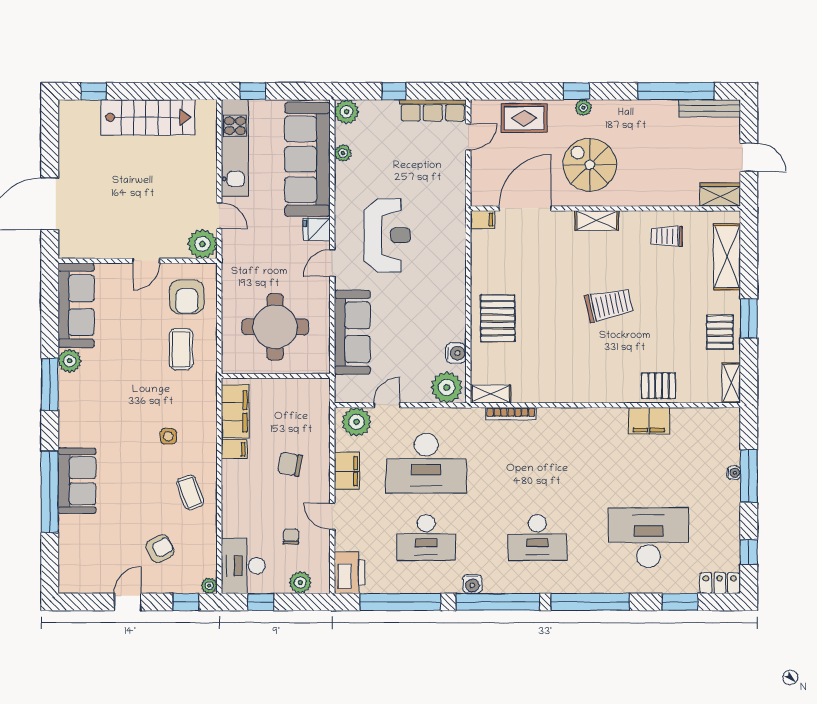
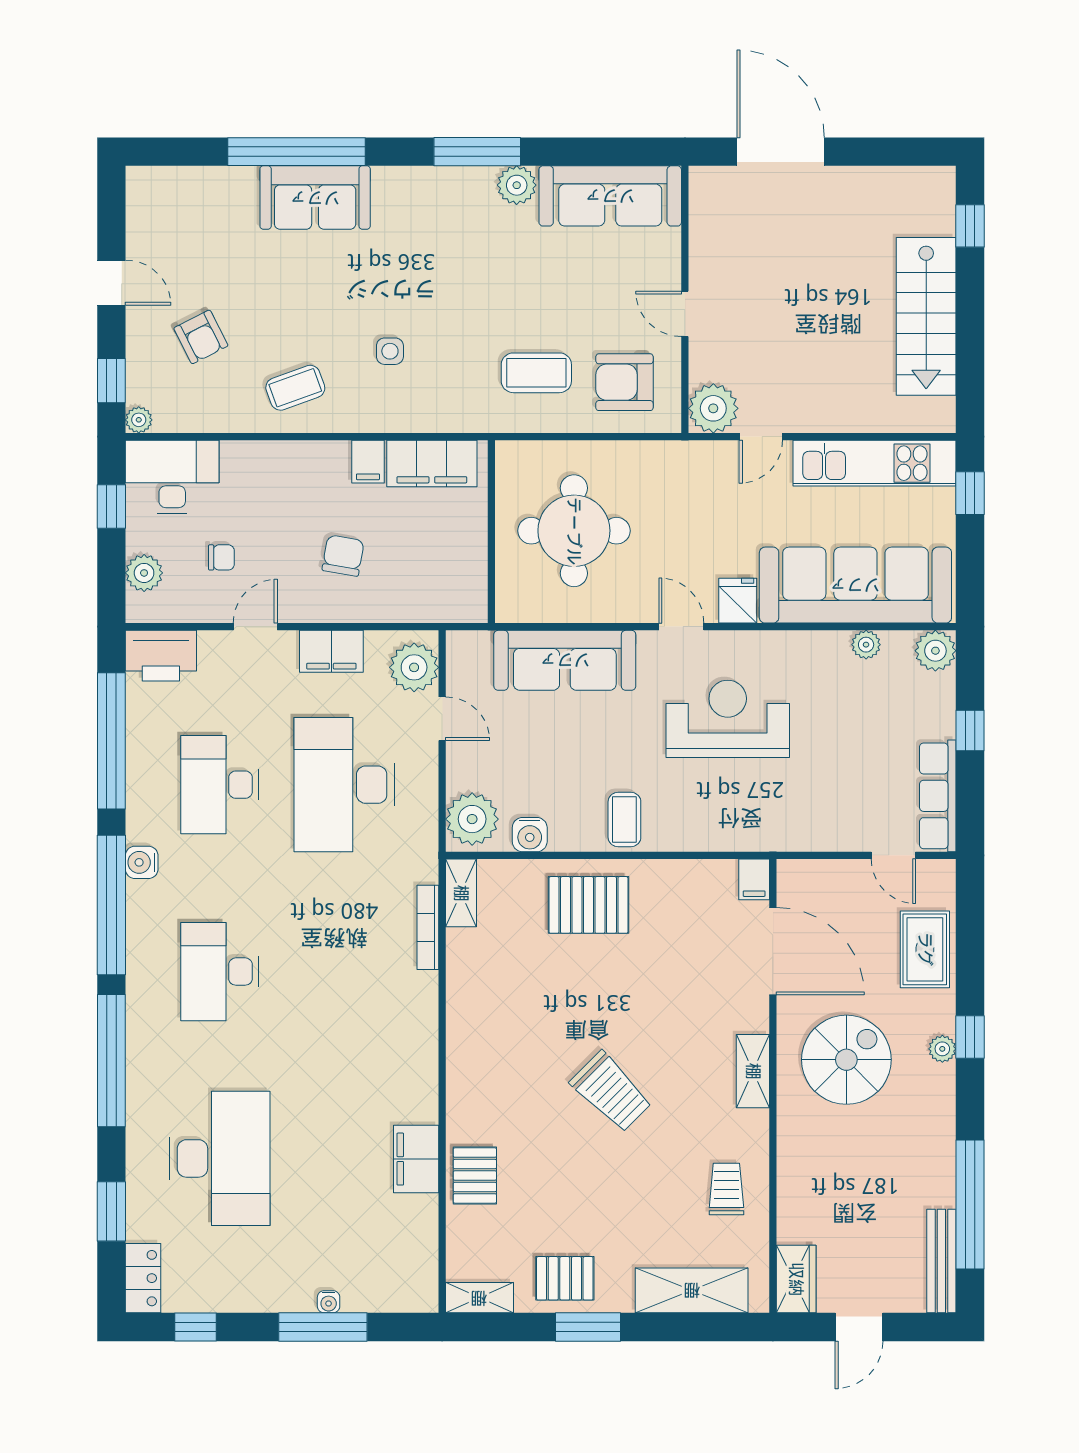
reception desk: (387, 235) -> (728, 719), turned 180
coffee table: (447, 297) -> (624, 820), added
trolley: (609, 305) -> (611, 1092), turned -33

